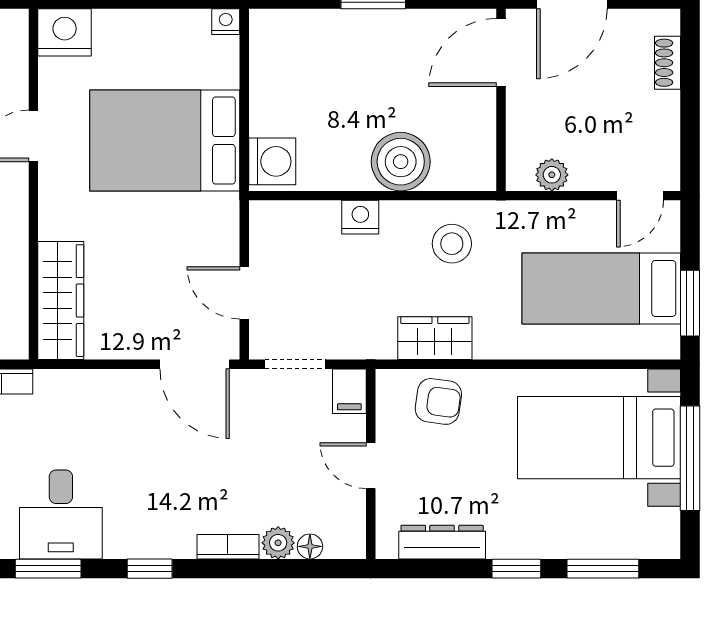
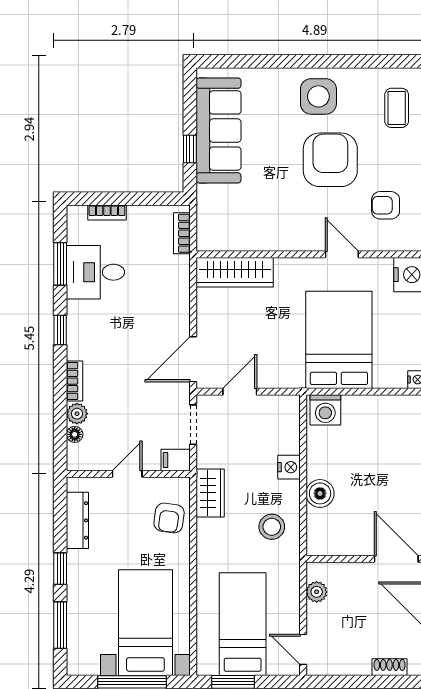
boiler: (401, 162) -> (320, 493), width x0.73, depth x0.73
wardrobe: (435, 338) -> (210, 493), moved

